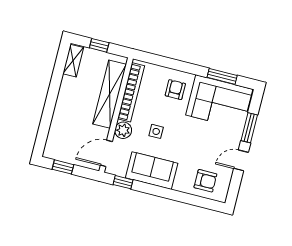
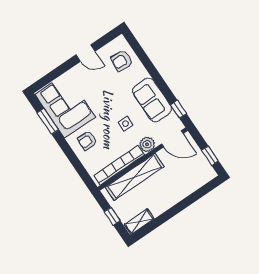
window: (249, 128) -> (60, 70), removed
armchair: (205, 181) -> (122, 61), turned -86

